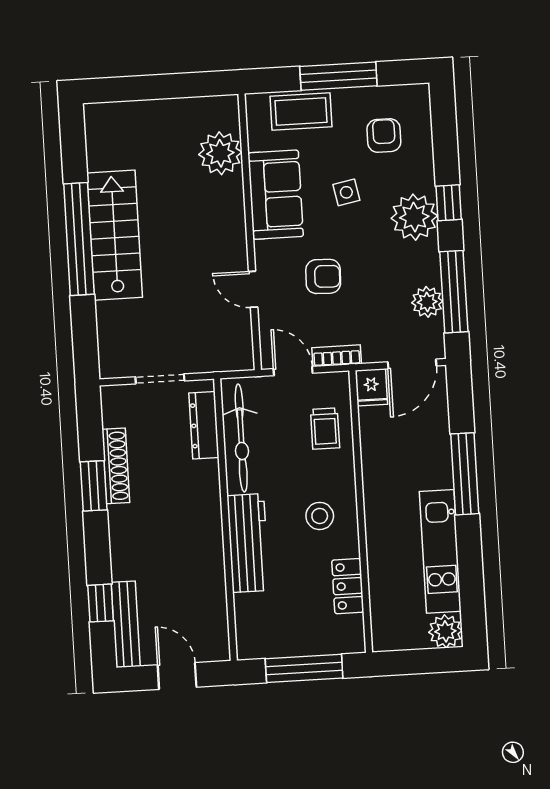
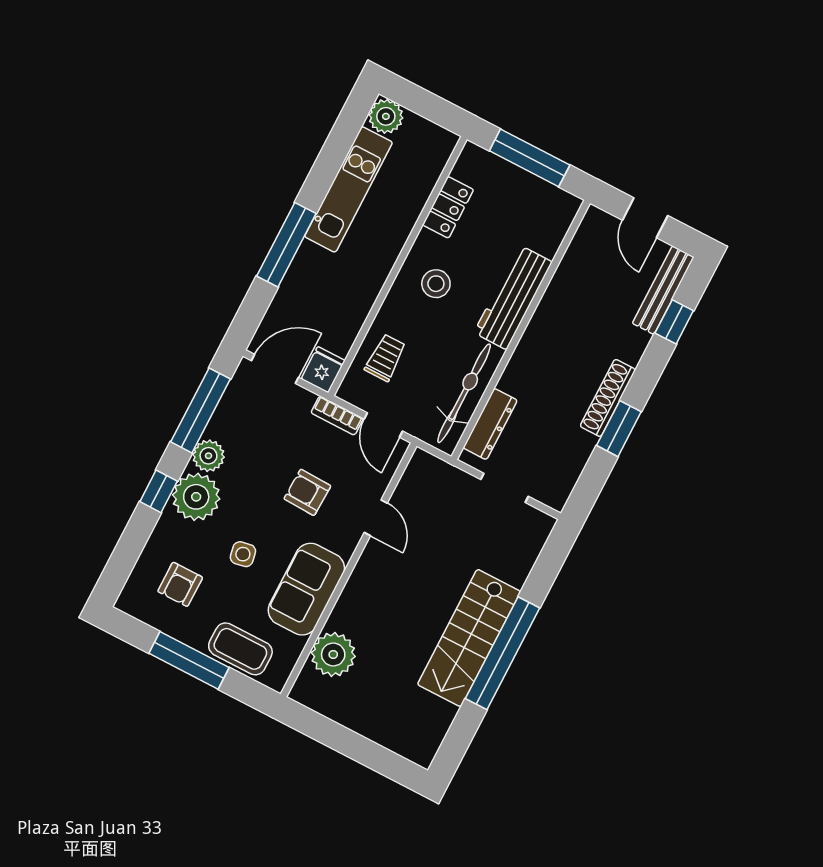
plant: (427, 302) -> (208, 456), moved
shoe rack: (116, 466) -> (608, 398), moved

